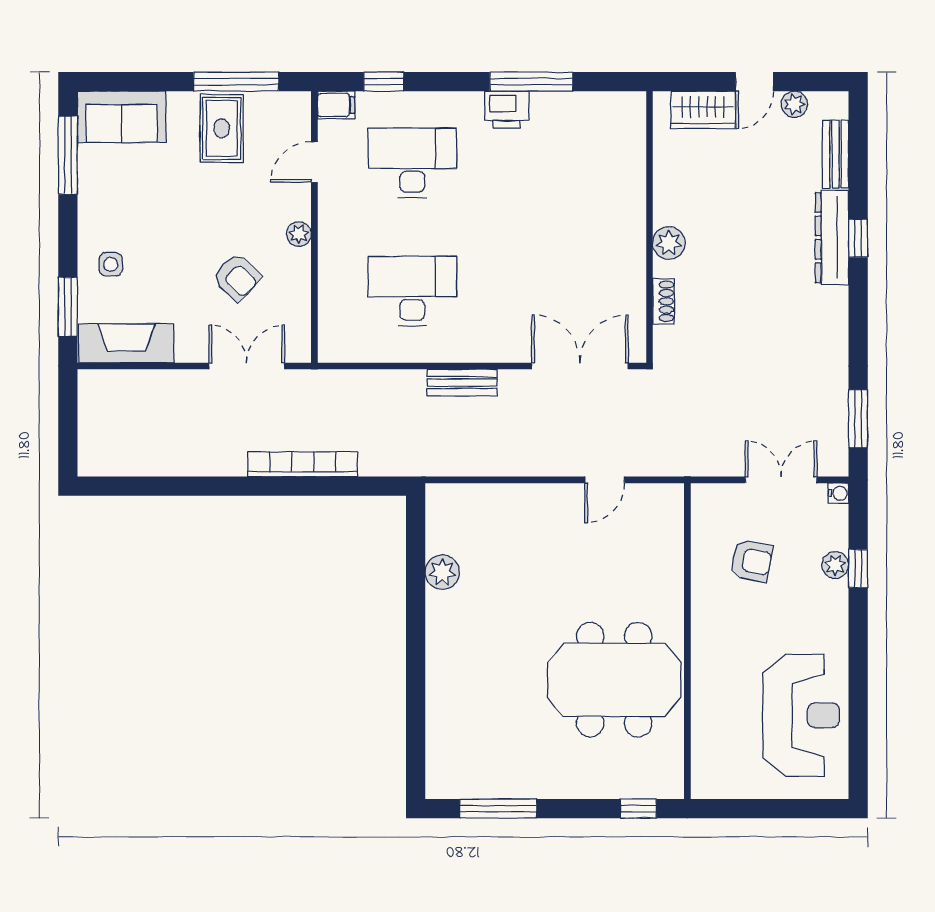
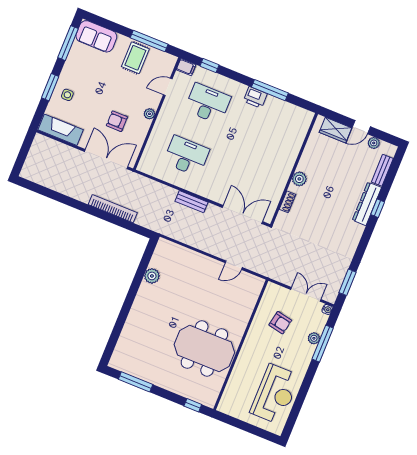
armchair: (237, 277) -> (117, 121), turned 137
window: (68, 307) -> (50, 87), moved
double door: (247, 366) -> (106, 159), width x1.37
window: (858, 569) -> (323, 344), width x2.17

